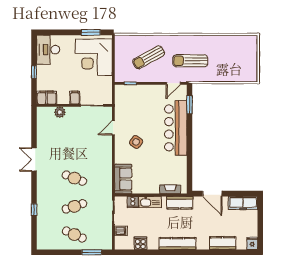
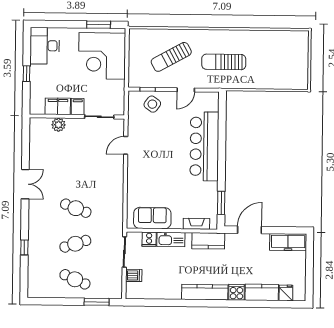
door: (173, 83) -> (186, 90), moved
filing cabinet: (47, 98) -> (58, 106), moved
window: (190, 105) -> (221, 203), moved
side table: (136, 142) -> (152, 104), moved
double door: (34, 160) -> (25, 184), swing flipped
sofa: (123, 179) -> (152, 218), moved, turned -90
door: (212, 194) -> (250, 230), swing flipped
cooker: (140, 243) -> (237, 292), moved
fridge: (252, 243) -> (286, 293), moved

